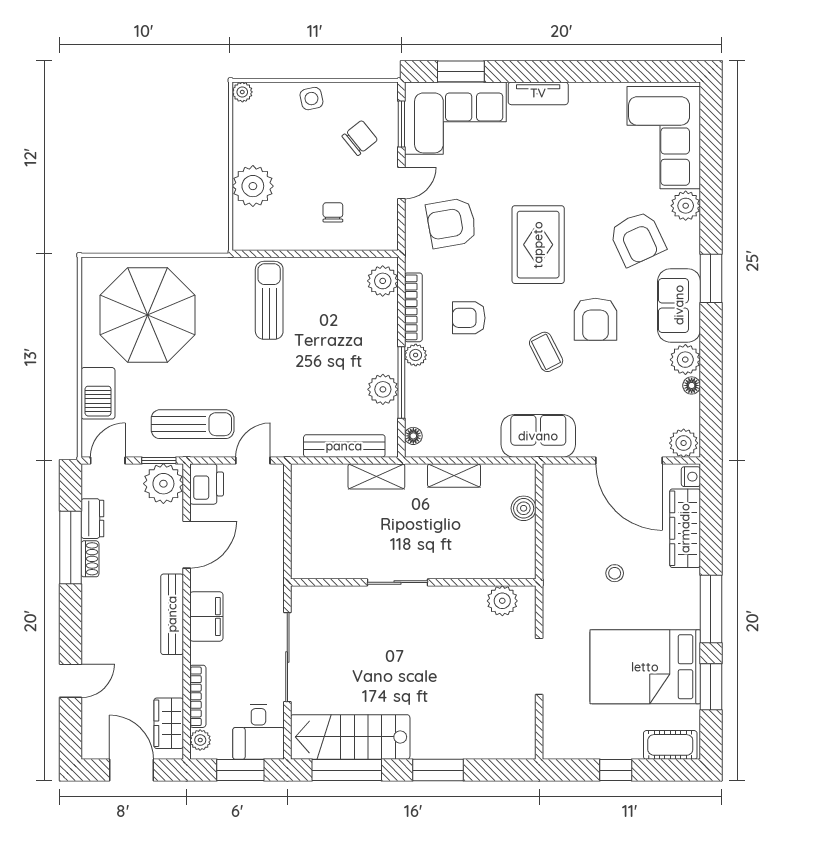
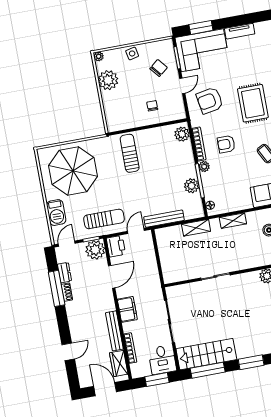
plant: (253, 186) -> (108, 80), moved
bench: (344, 446) -> (164, 219), moved
bench: (172, 614) -> (114, 331), moved
plant: (200, 740) -> (135, 369), removed

